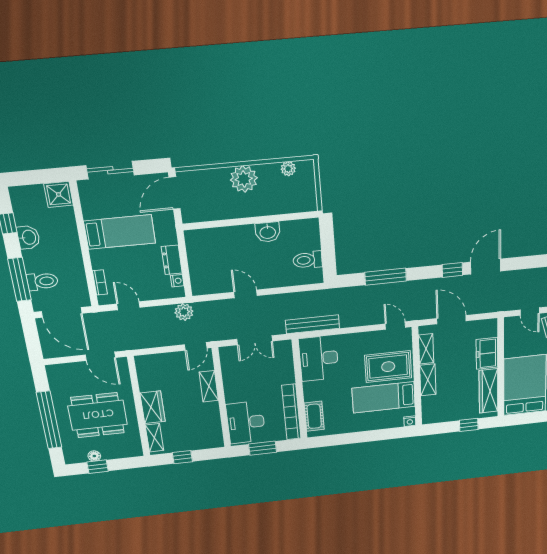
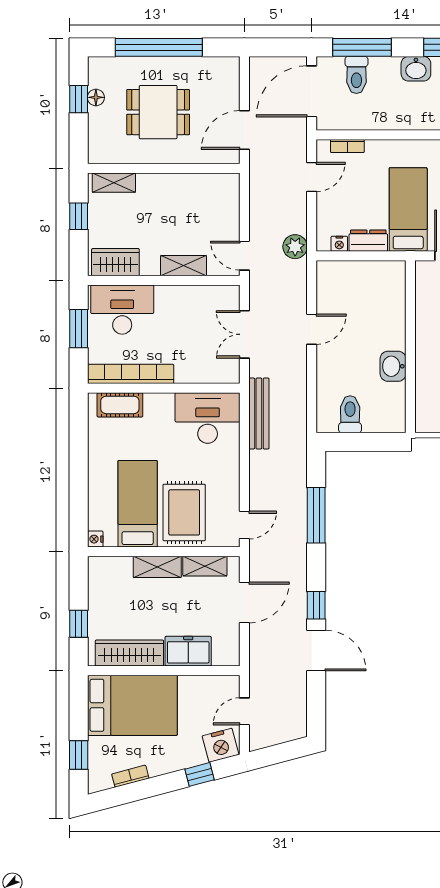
bed: (120, 232) -> (408, 209), moved, turned 180
wardrobe: (153, 407) -> (115, 262), moved, turned 180
dining table: (98, 415) -> (158, 112), width x0.73

